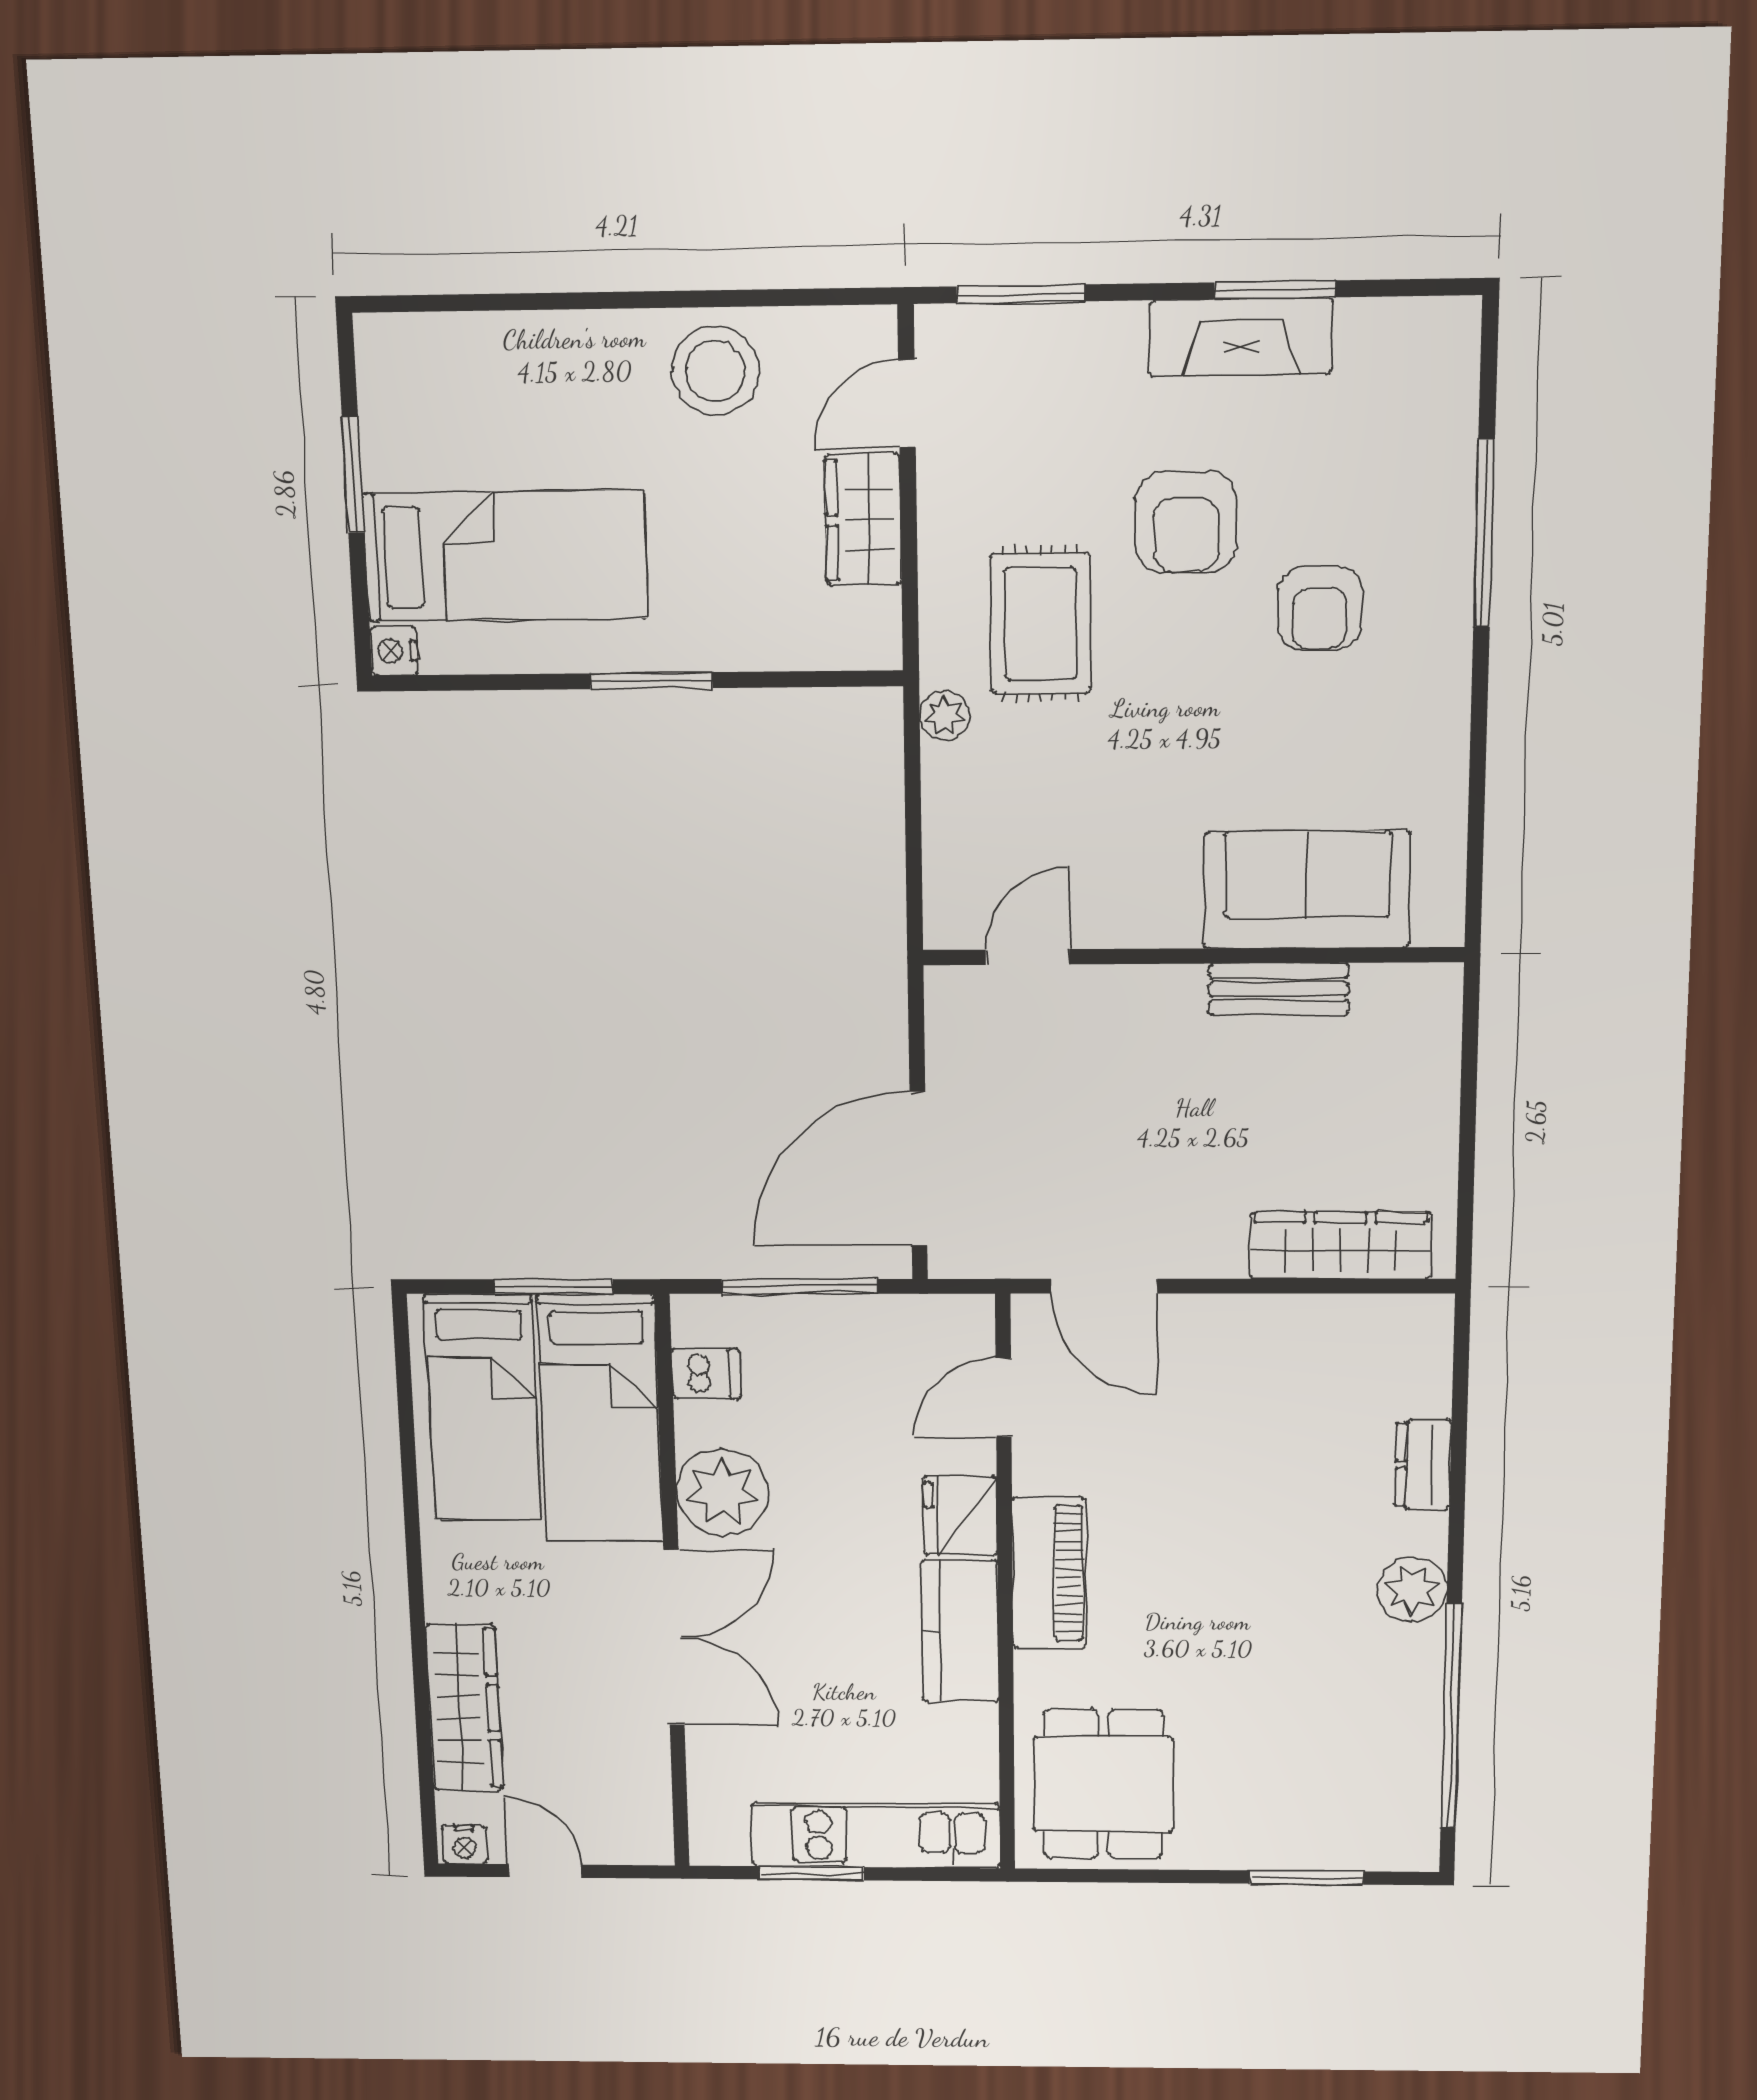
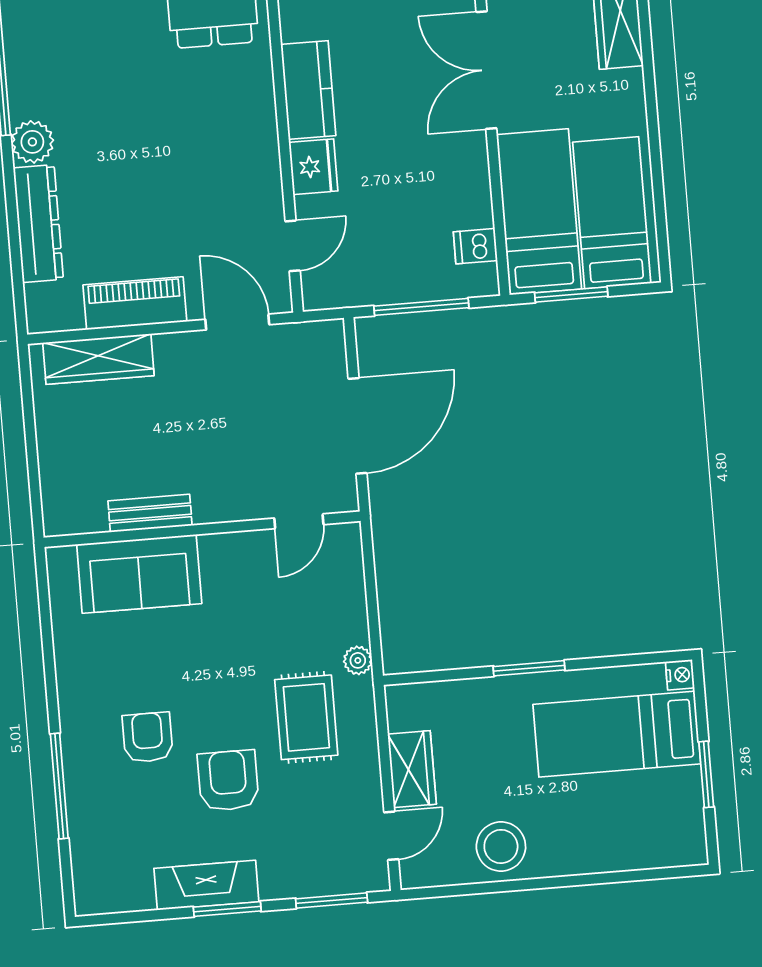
window: (1275, 290) -> (227, 909), moved
door: (918, 1169) -> (358, 426), moved
dresser: (1423, 1465) -> (38, 224), width x1.96, depth x1.24
plant: (722, 1492) -> (461, 170), removed
piano: (1049, 1573) -> (135, 303), moved, turned 90

